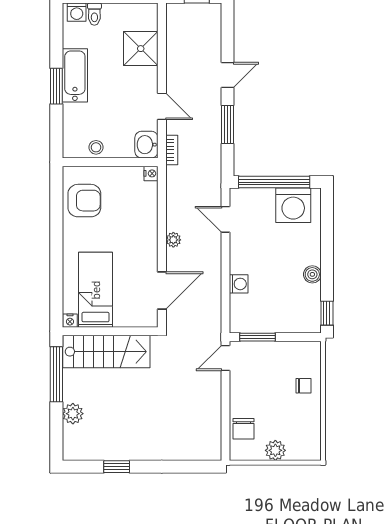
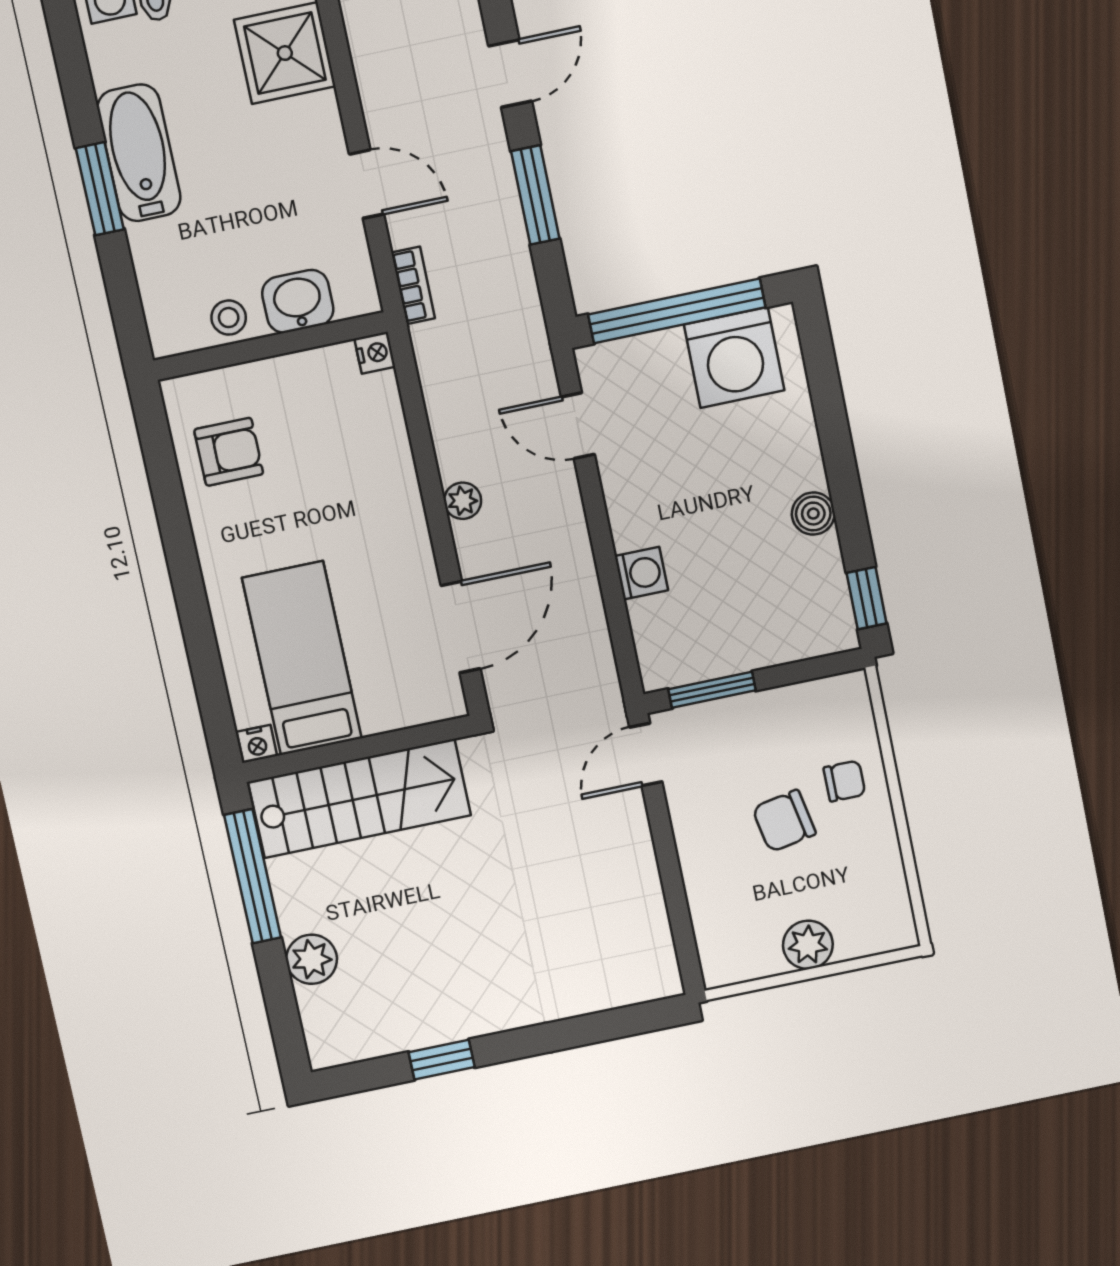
washbasin: (146, 145) -> (298, 301), moved, turned 90
armchair: (84, 201) -> (229, 452), width x0.72, depth x0.72
chair: (244, 429) -> (784, 821), moved, turned 79

